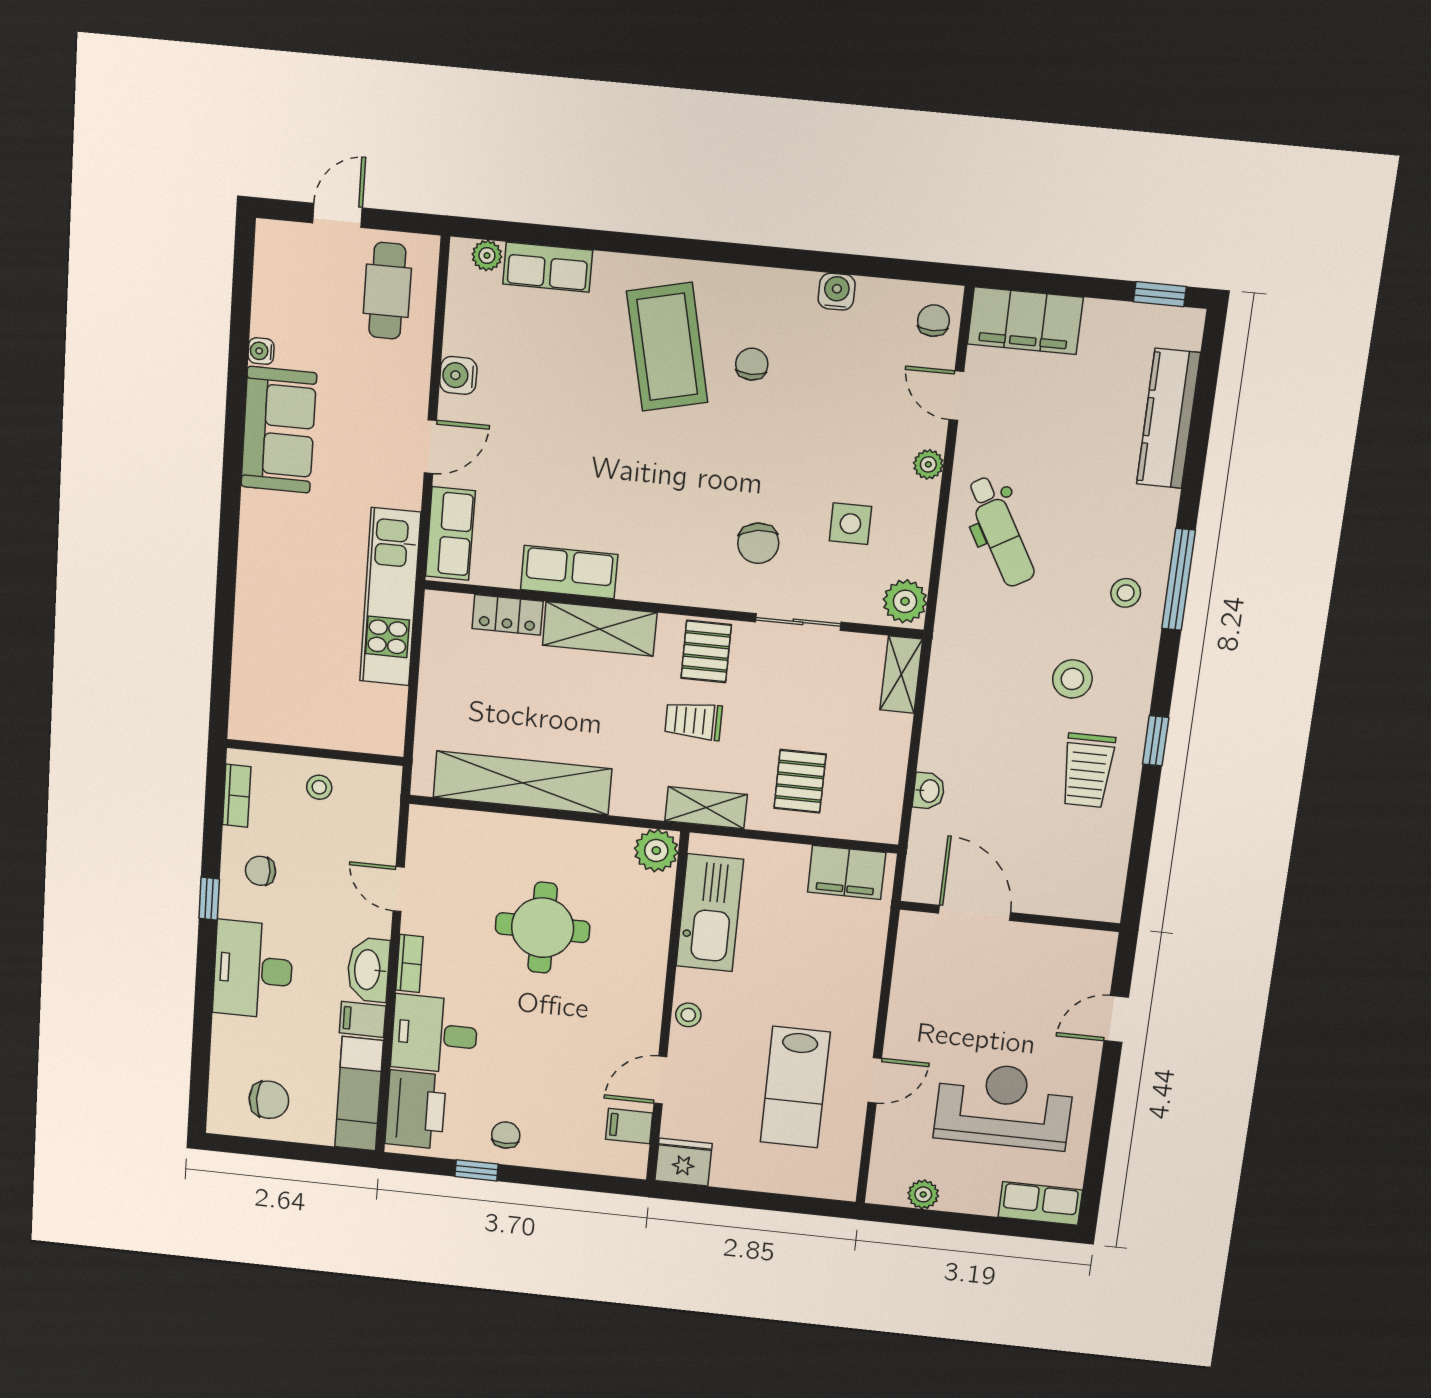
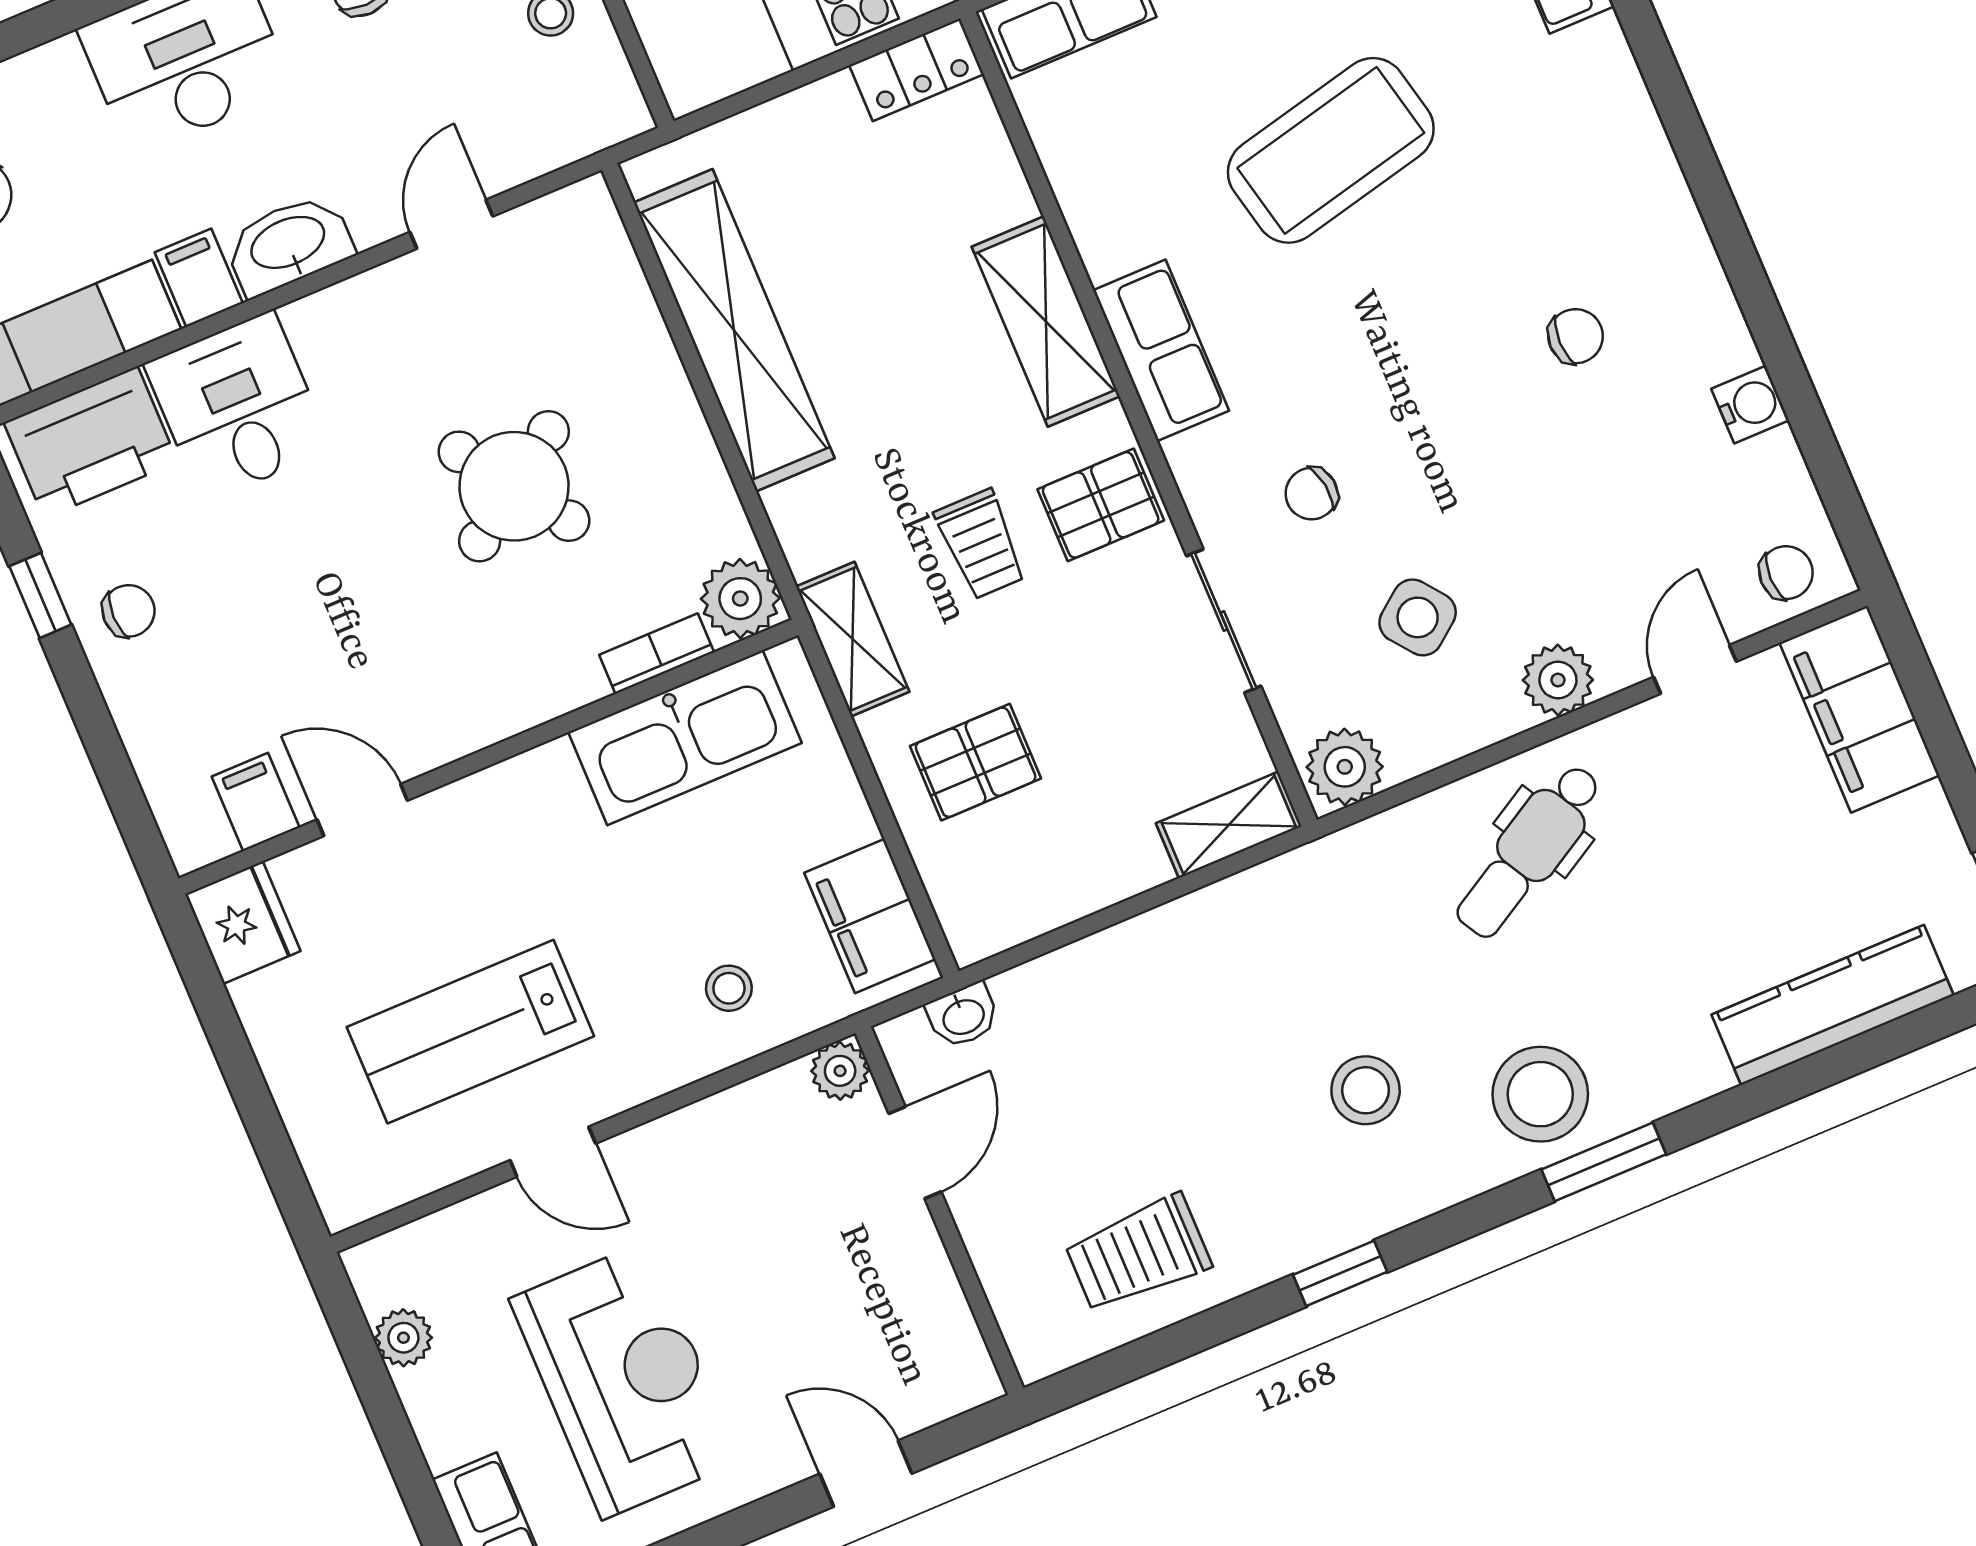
coffee table: (667, 347) -> (1331, 150), moved
plant: (928, 464) -> (1558, 680), width x1.38, depth x1.38
side table: (850, 524) -> (1418, 617), turned -38
chair: (758, 543) -> (1312, 494), width x0.73, depth x0.73
row of seats: (569, 572) -> (1161, 350), moved
window: (1179, 579) -> (1604, 1162), width x0.69
stool: (1126, 593) -> (1540, 1094), width x1.89, depth x1.89
locker: (508, 615) -> (917, 70), moved, turned -90
trolley: (693, 721) -> (981, 544), turned 180
trolley: (1088, 770) -> (1138, 1254), moved
washbasin: (929, 791) -> (963, 1016), moved
door: (975, 913) -> (915, 1153), width x0.73
plant: (914, 927) -> (840, 1071), added
round table: (543, 928) -> (514, 486), turned -35
bookcase: (409, 963) -> (657, 654), moved, turned 180
stool: (688, 1015) -> (729, 988), moved

